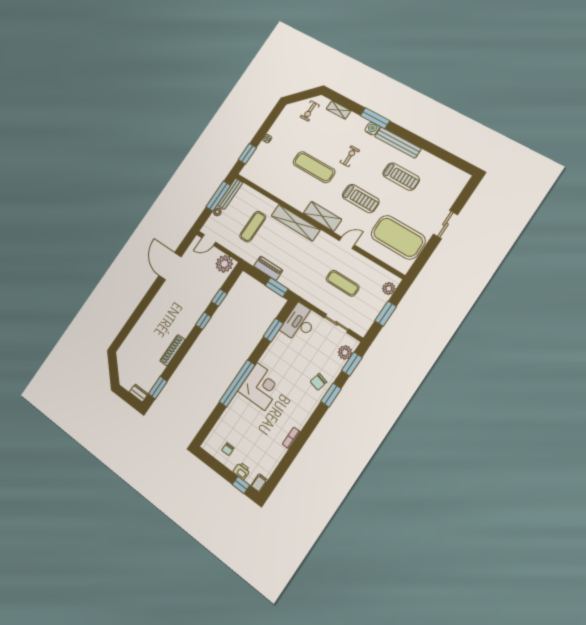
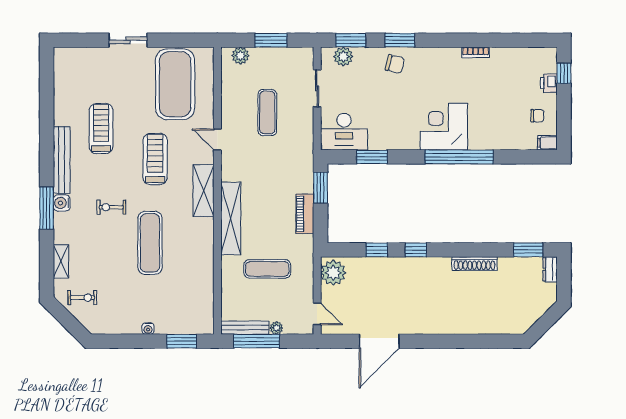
filing cabinet: (259, 483) -> (547, 143), moved

